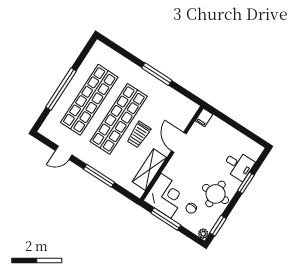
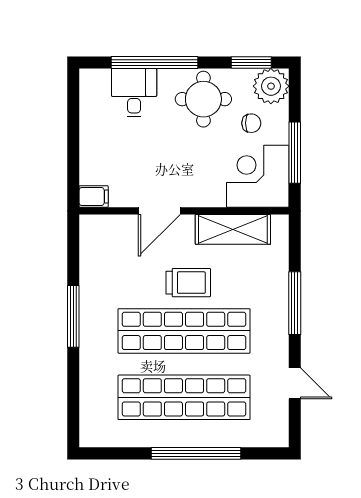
window: (246, 183) -> (154, 62), width x2.11
plant: (203, 234) -> (271, 86), width x1.88, depth x1.88

